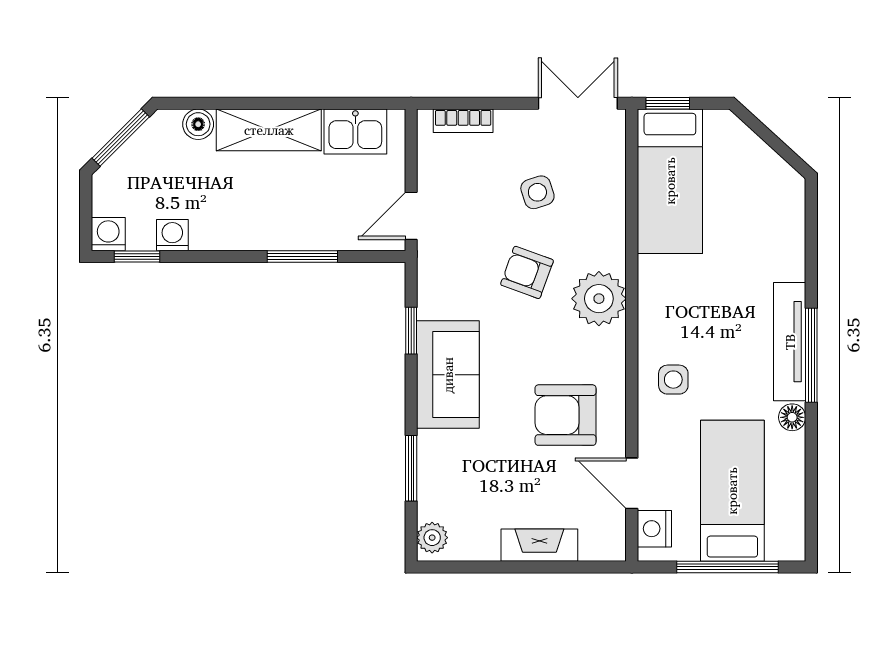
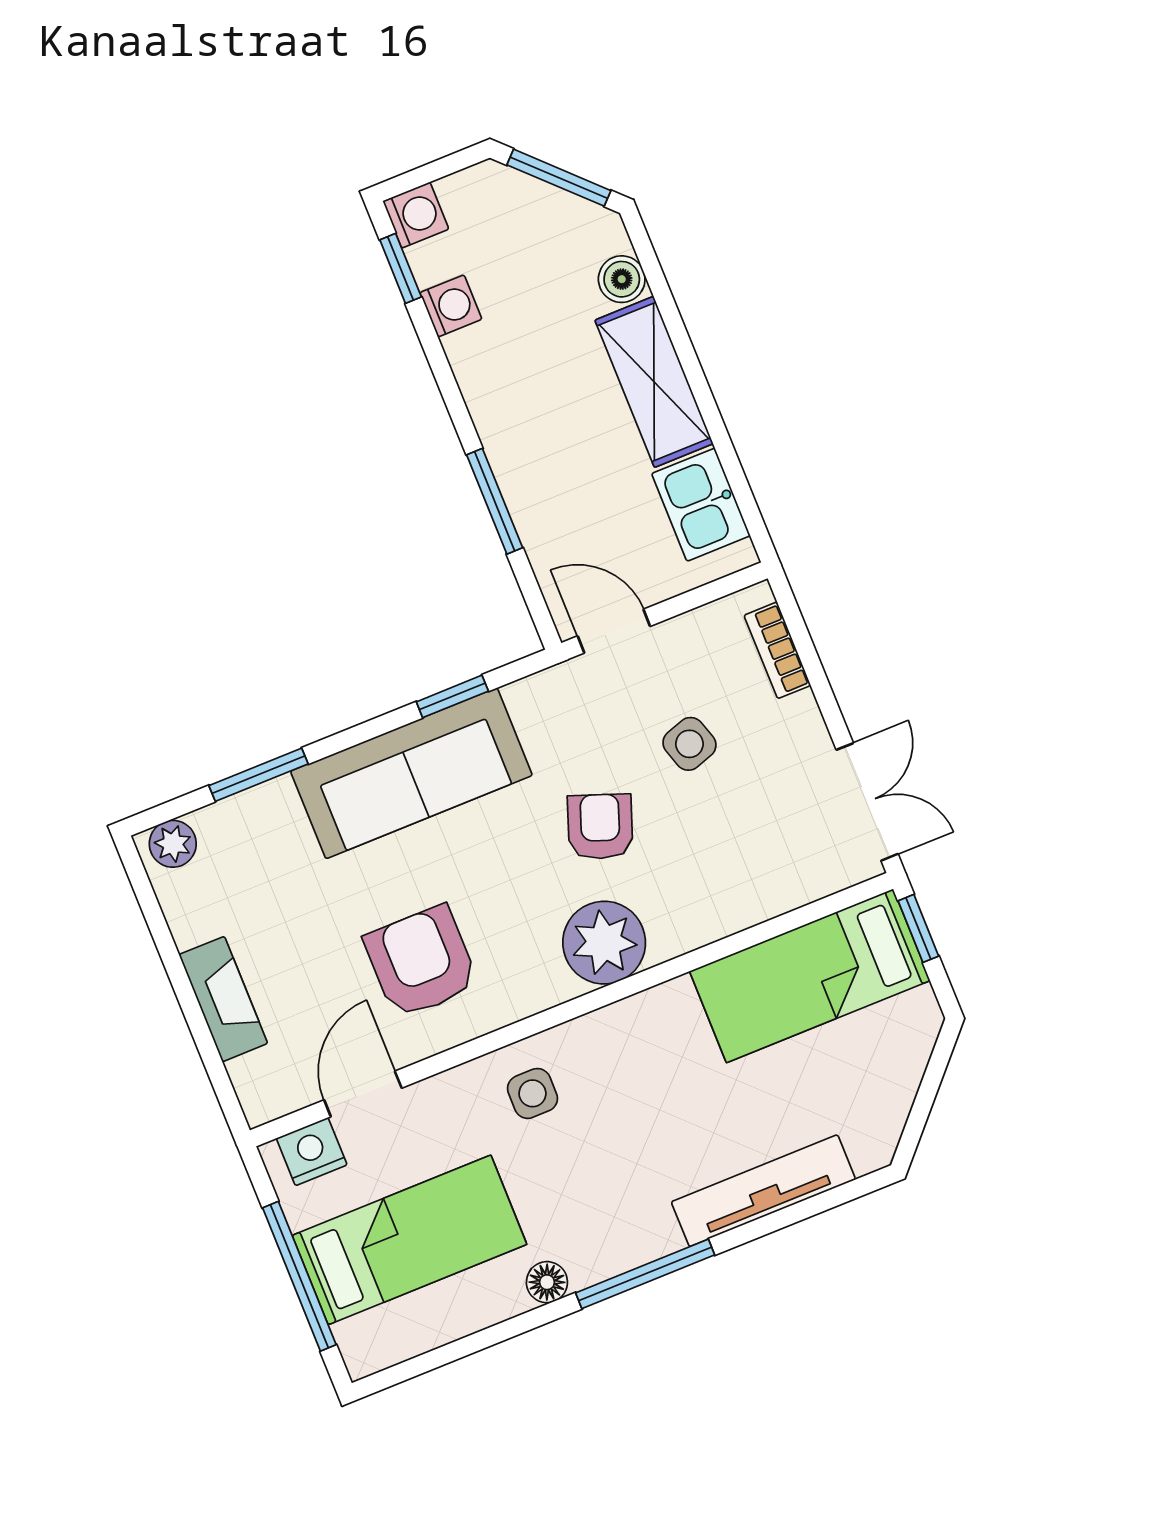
side table: (537, 192) -> (689, 744), moved
tv unit: (790, 342) -> (763, 1191), moved
sofa: (448, 375) -> (411, 773), width x1.36

